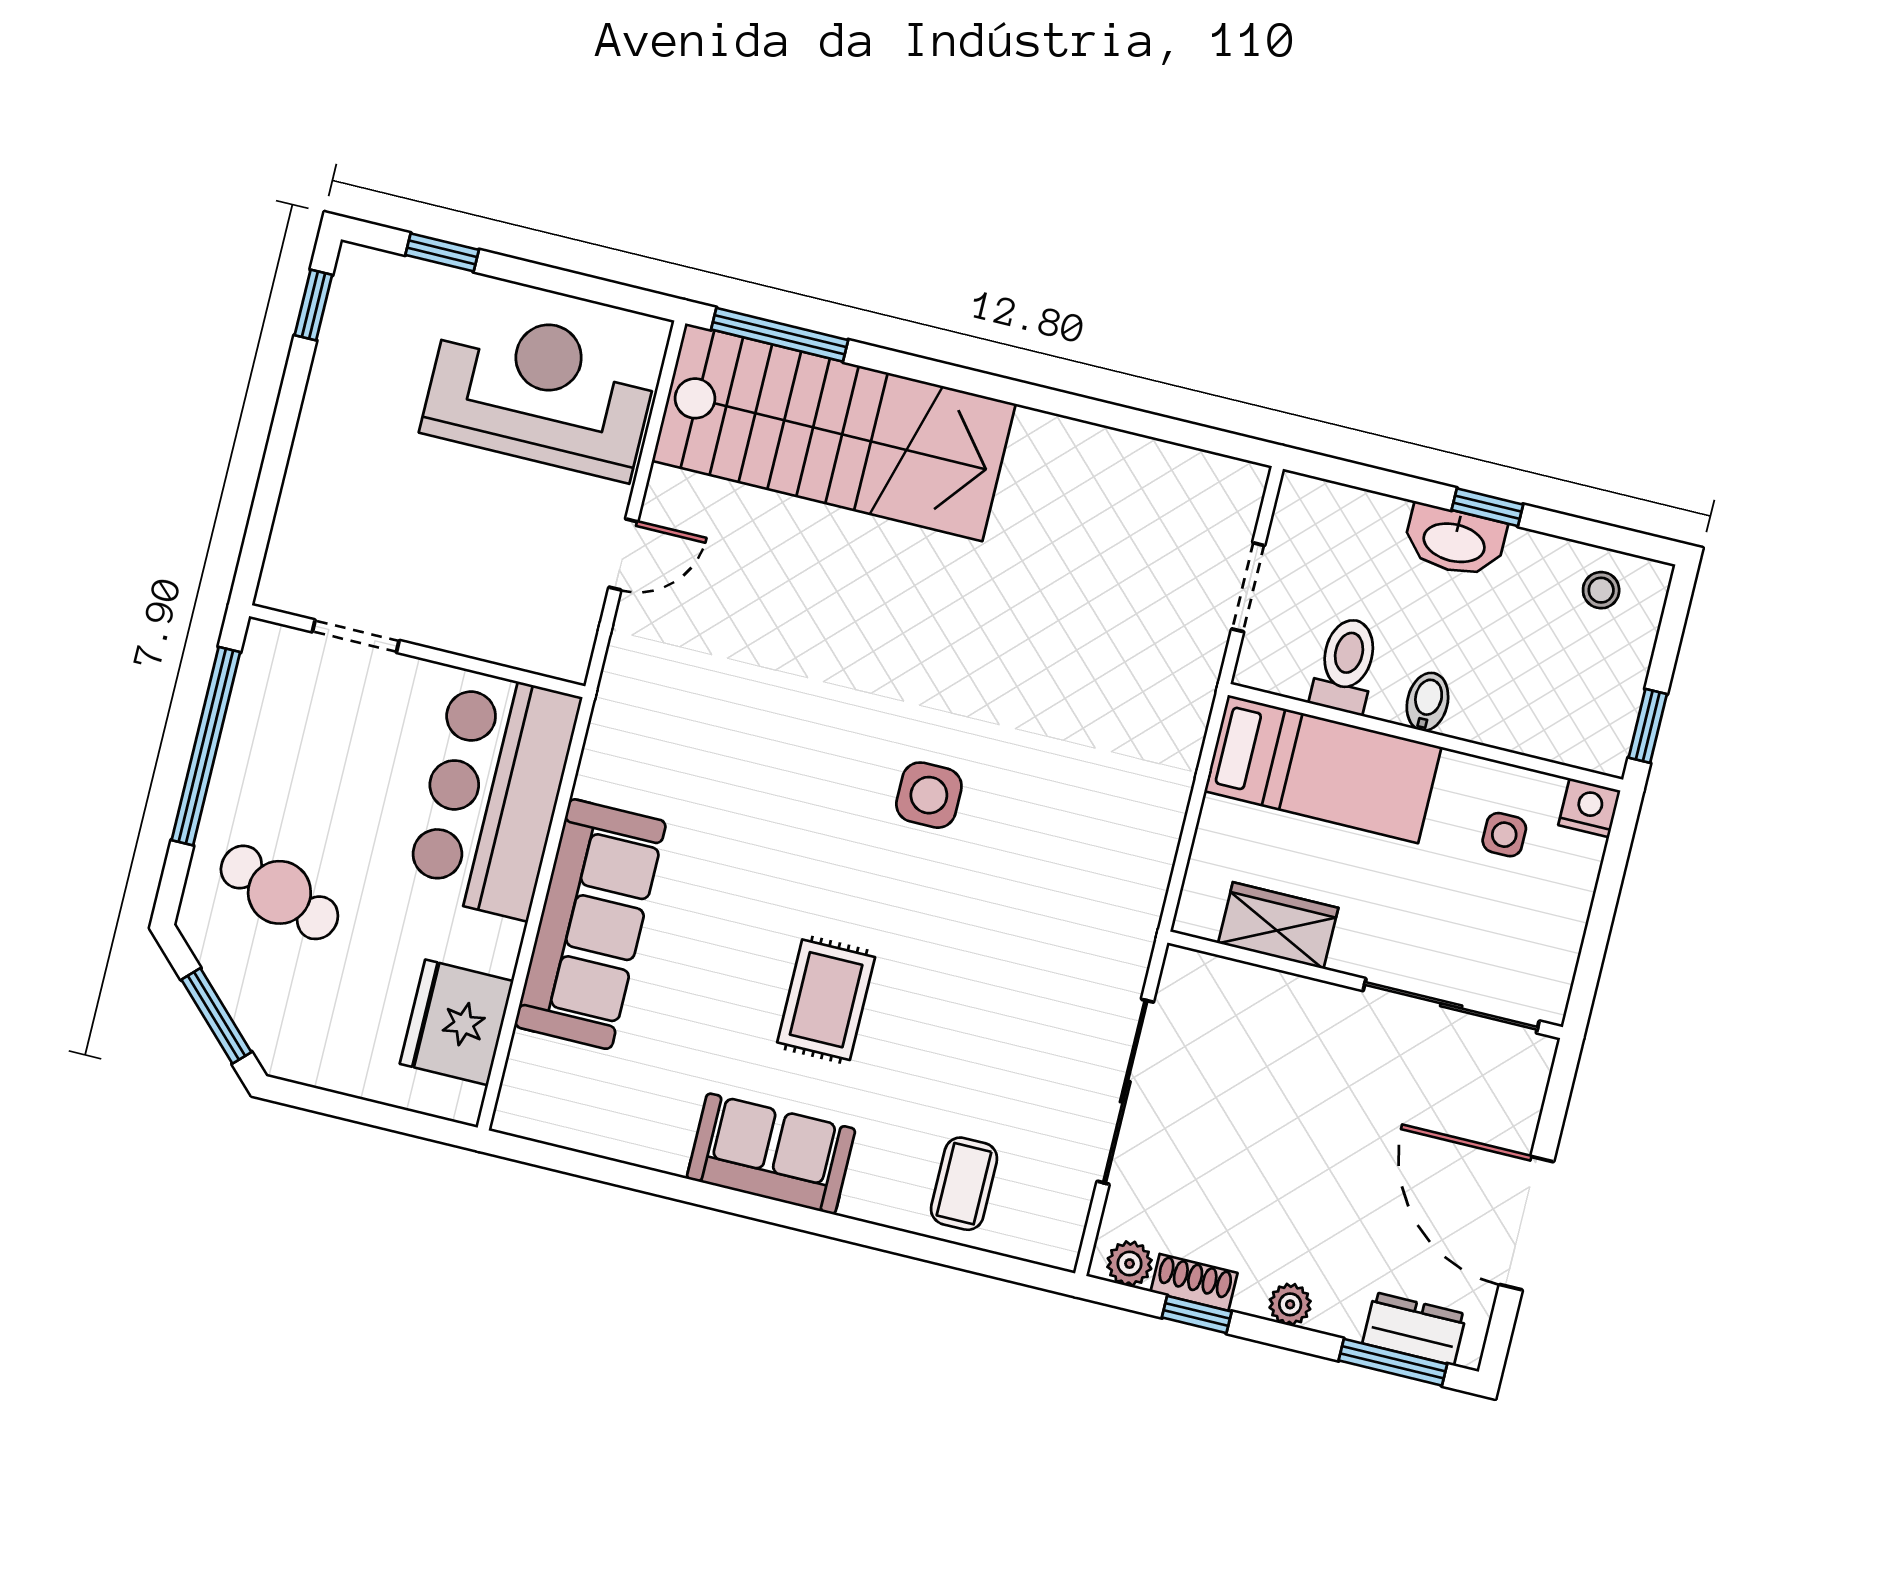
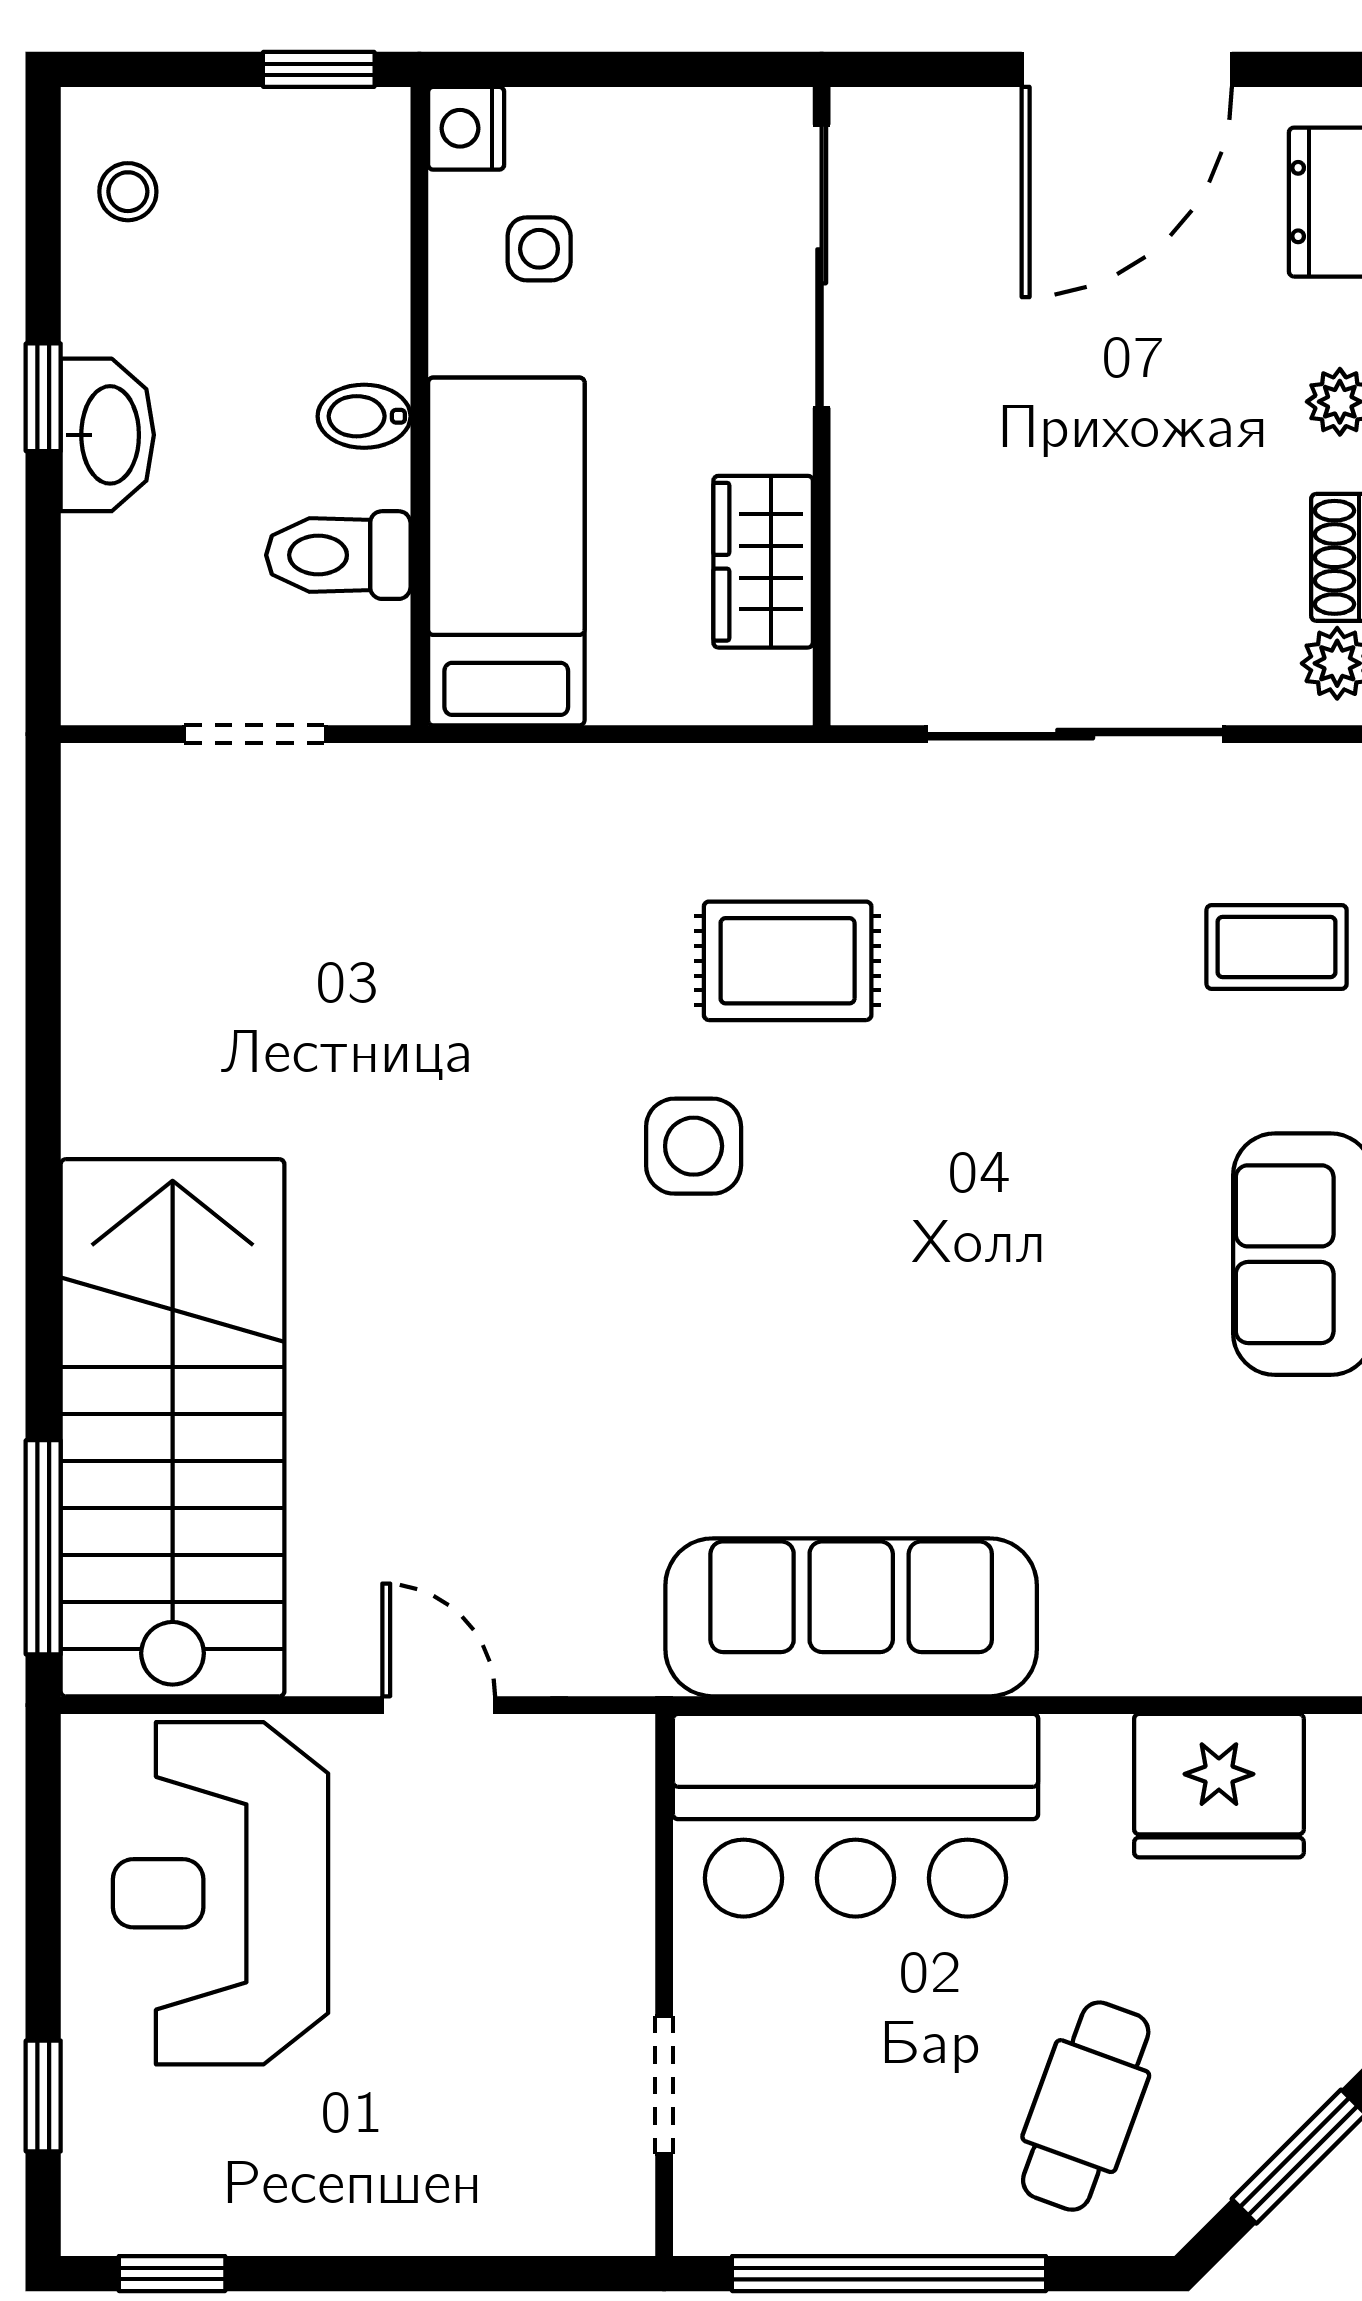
sofa: (590, 924) -> (851, 1617), moved
rug: (826, 1000) -> (788, 961), moved

